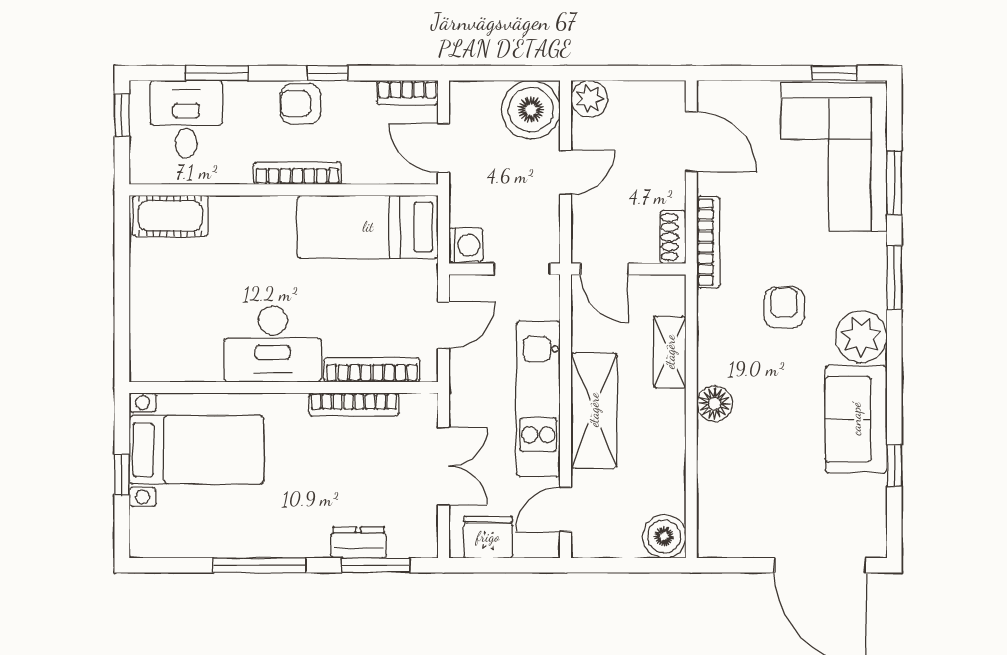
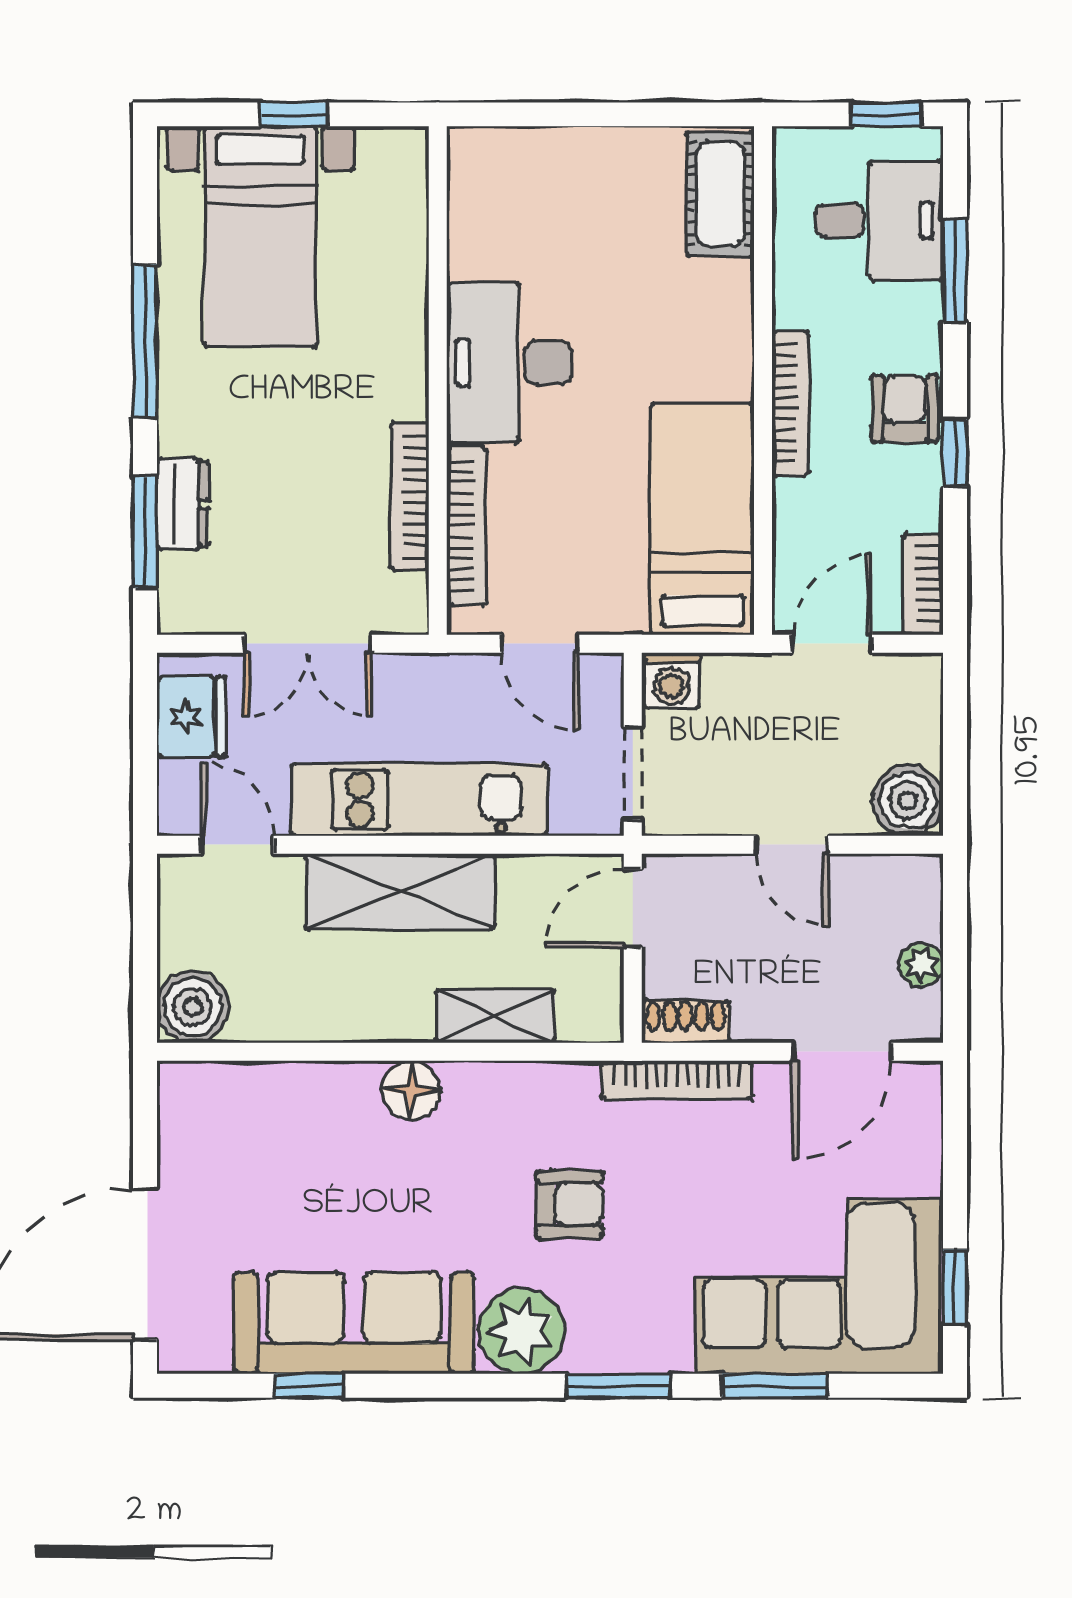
plant: (589, 99) -> (921, 965), moved, width x0.73, depth x0.73
boiler: (531, 110) -> (908, 800), width x0.73, depth x0.73
sofa: (856, 419) -> (354, 1323), width x1.36
bed with nightstands: (196, 450) -> (260, 237), moved

